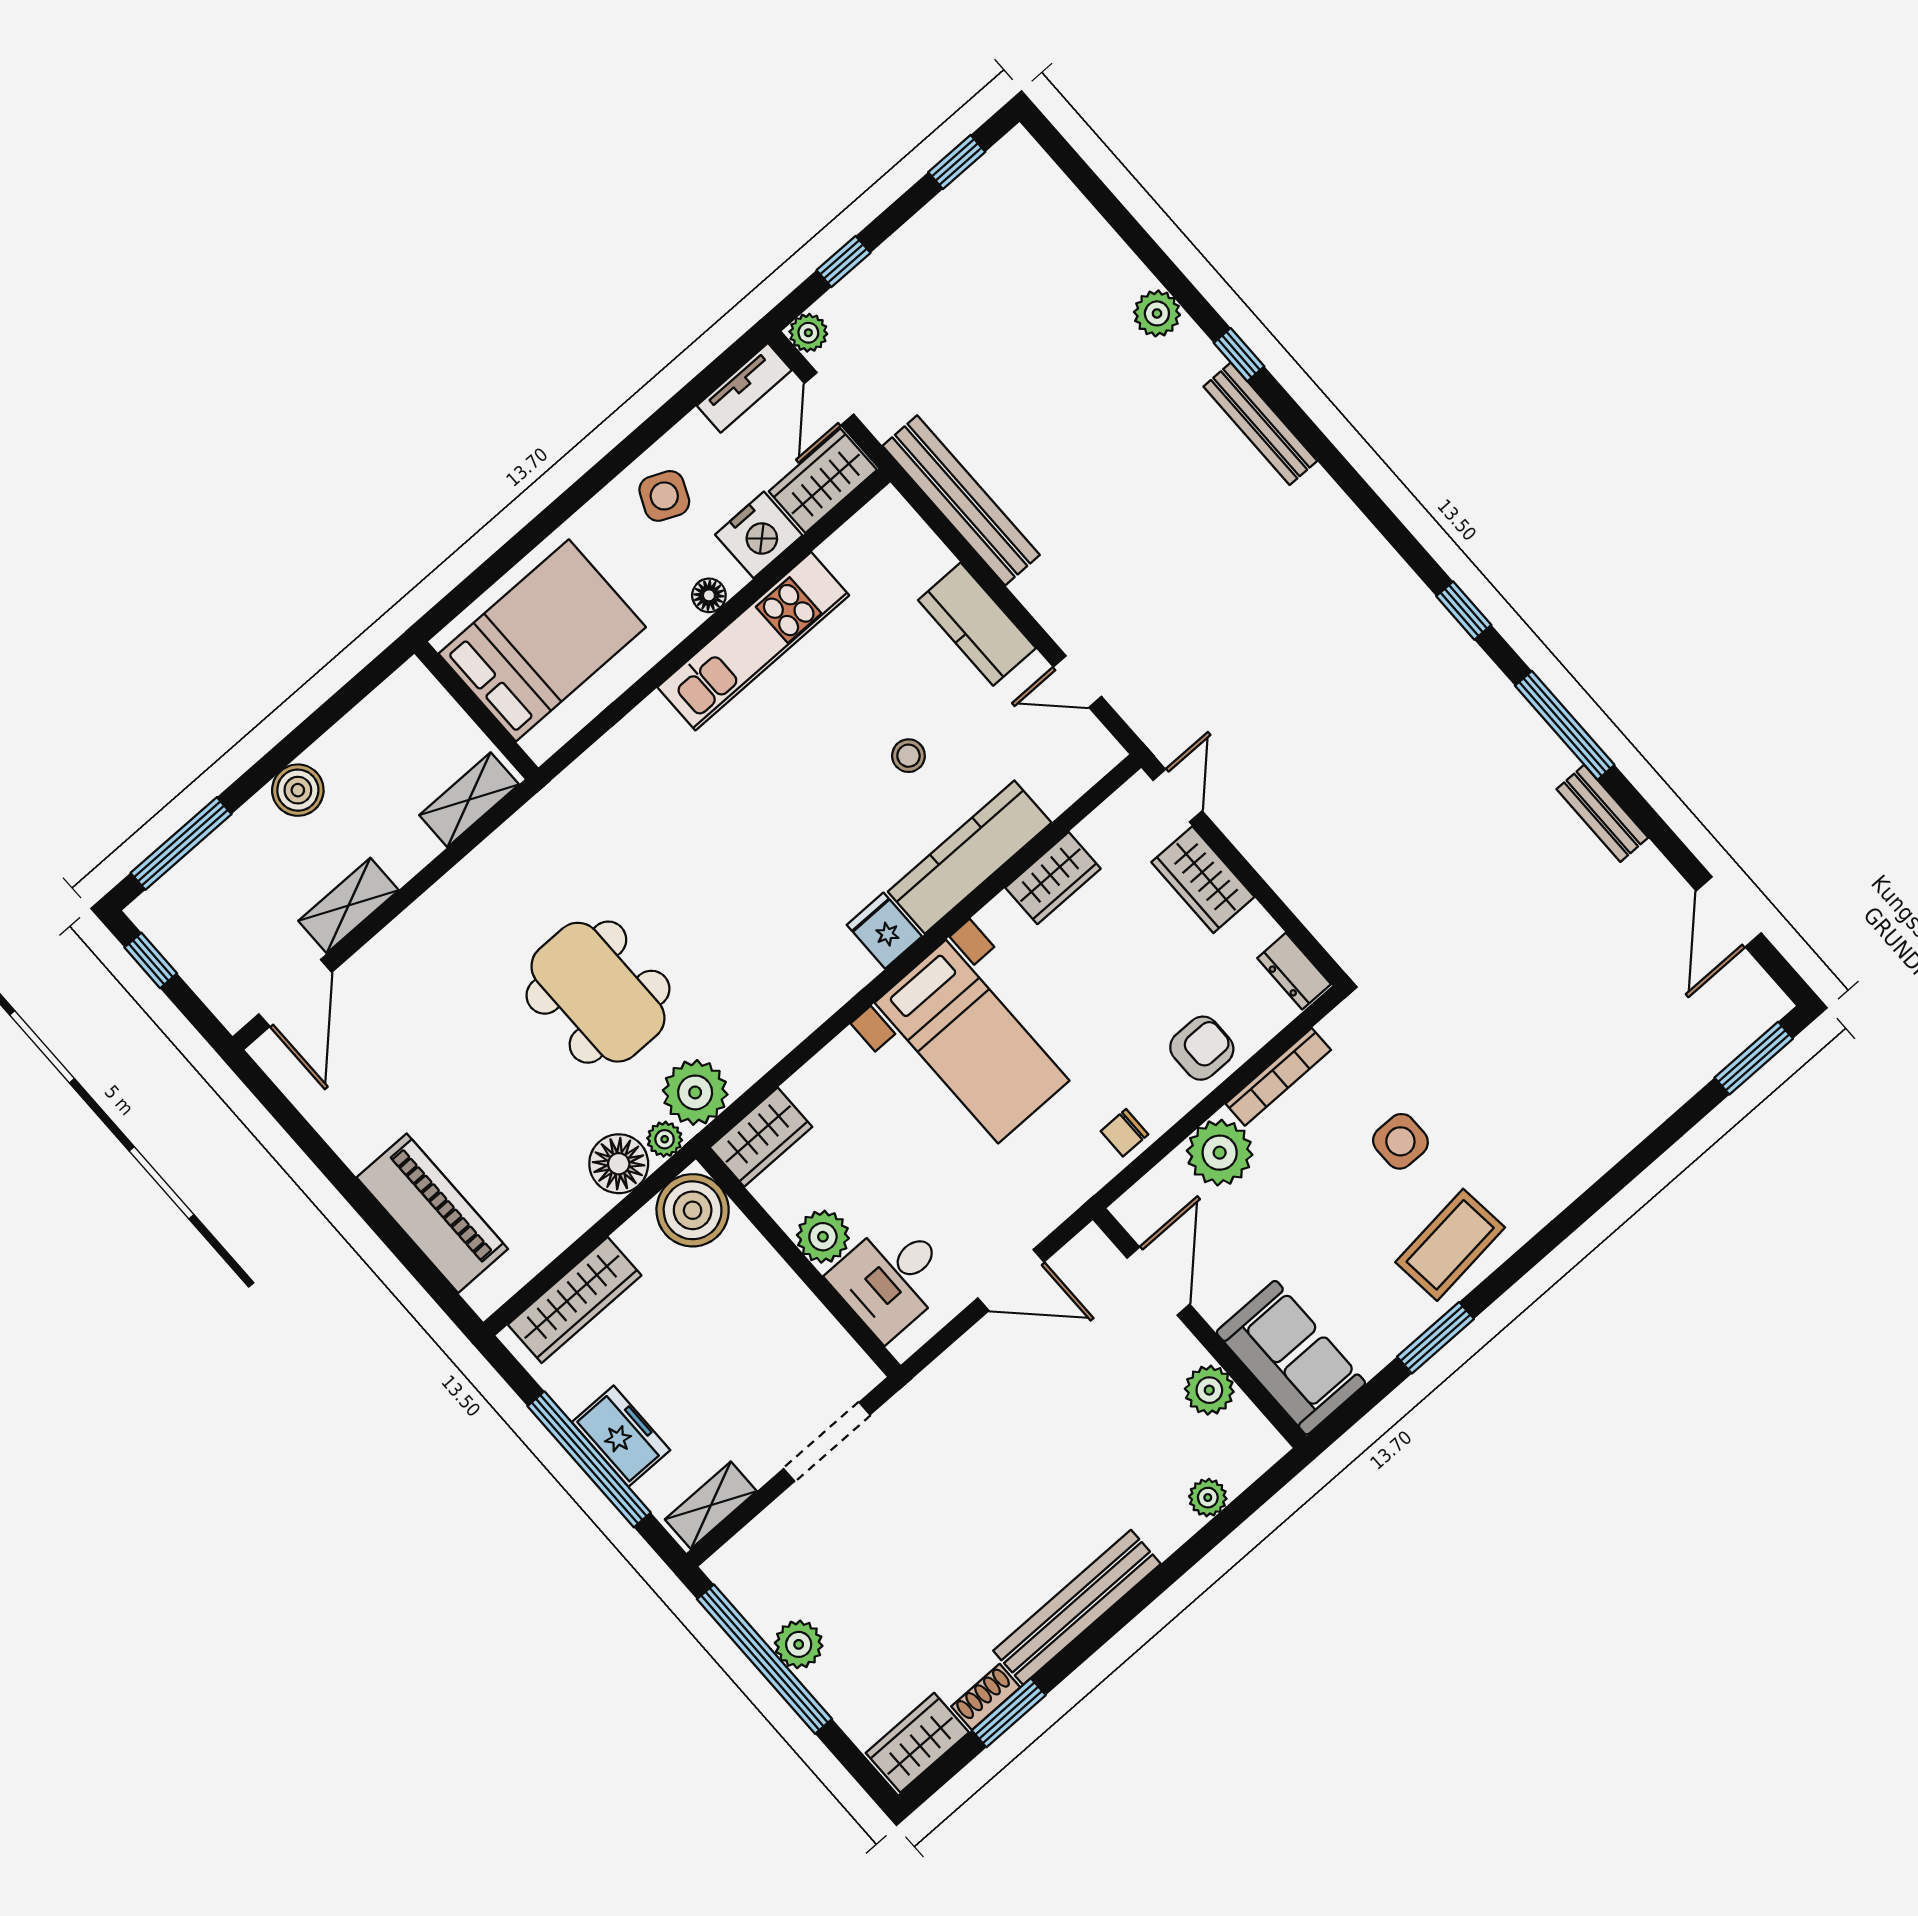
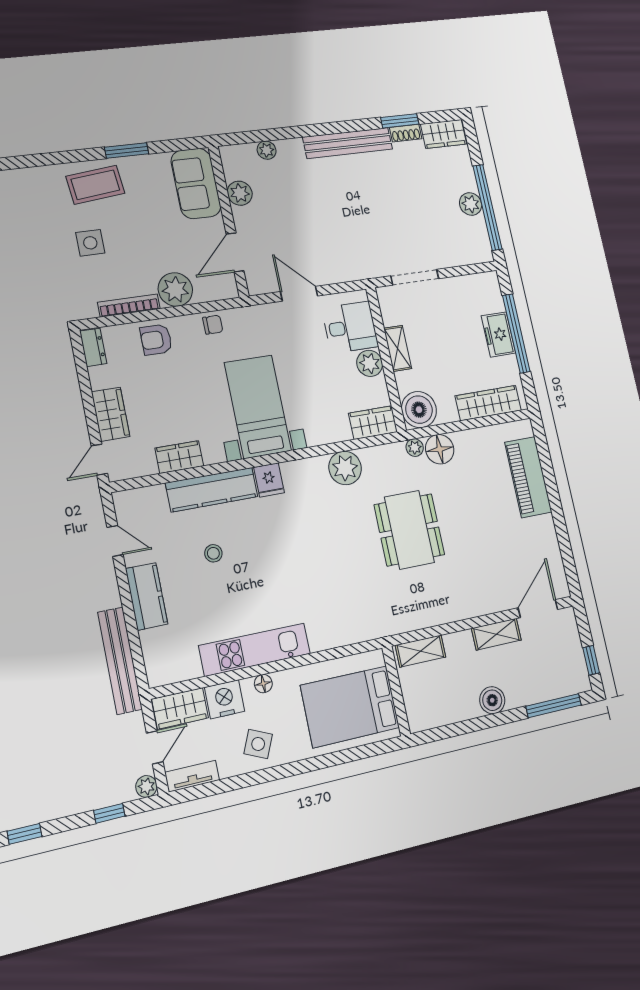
plant: (695, 1092) -> (345, 468), moved
shelving: (711, 1505) -> (398, 348), moved, turned 90

